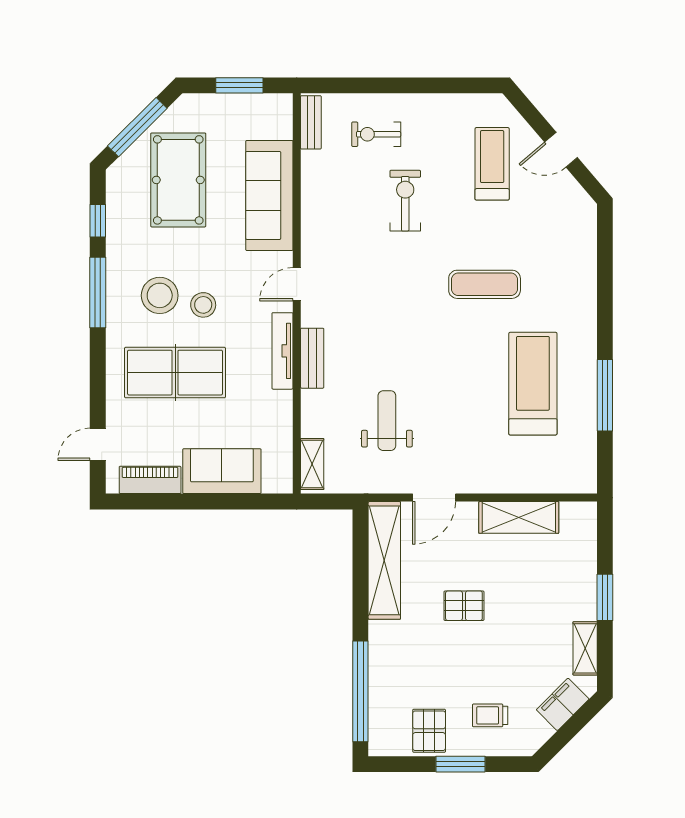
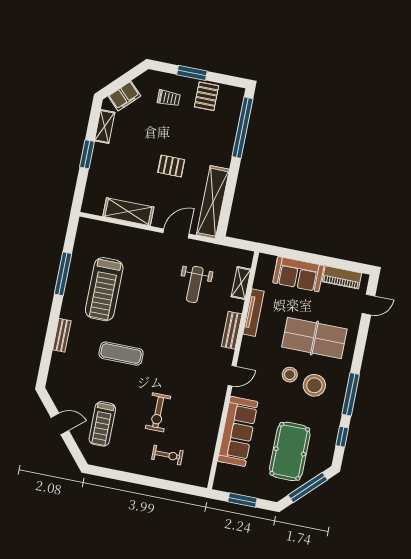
bench: (311, 122) -> (62, 335), moved
tv unit: (282, 351) -> (253, 313), moved
shelving: (312, 464) -> (241, 283), moved

